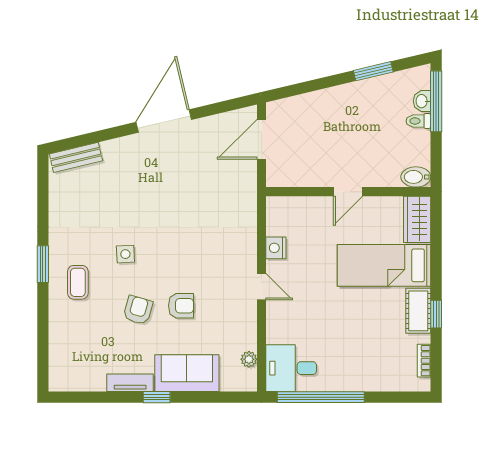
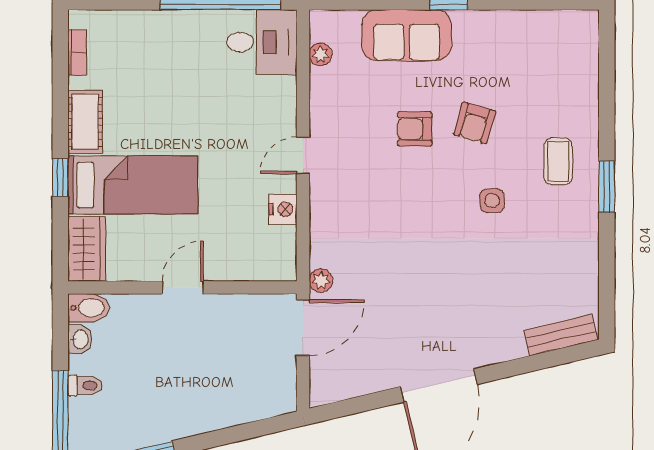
washbasin: (422, 101) -> (80, 339), moved
door: (261, 139) -> (303, 328), moved
plant: (249, 197) -> (321, 281), added
door: (261, 287) -> (303, 155), hinge flipped
window: (436, 314) -> (60, 178), moved
tv unit: (130, 383) -> (486, 22), removed

